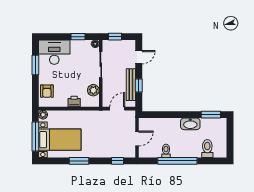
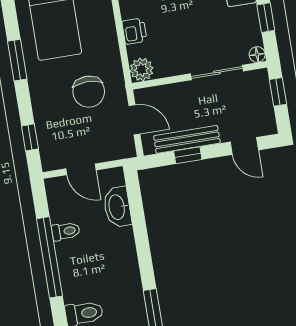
plant: (93, 90) -> (142, 69), moved
washbasin: (190, 124) -> (117, 207), moved
chair: (100, 129) -> (89, 92), added

